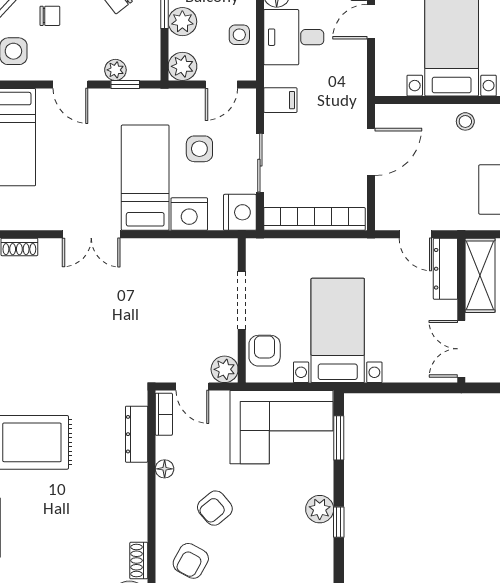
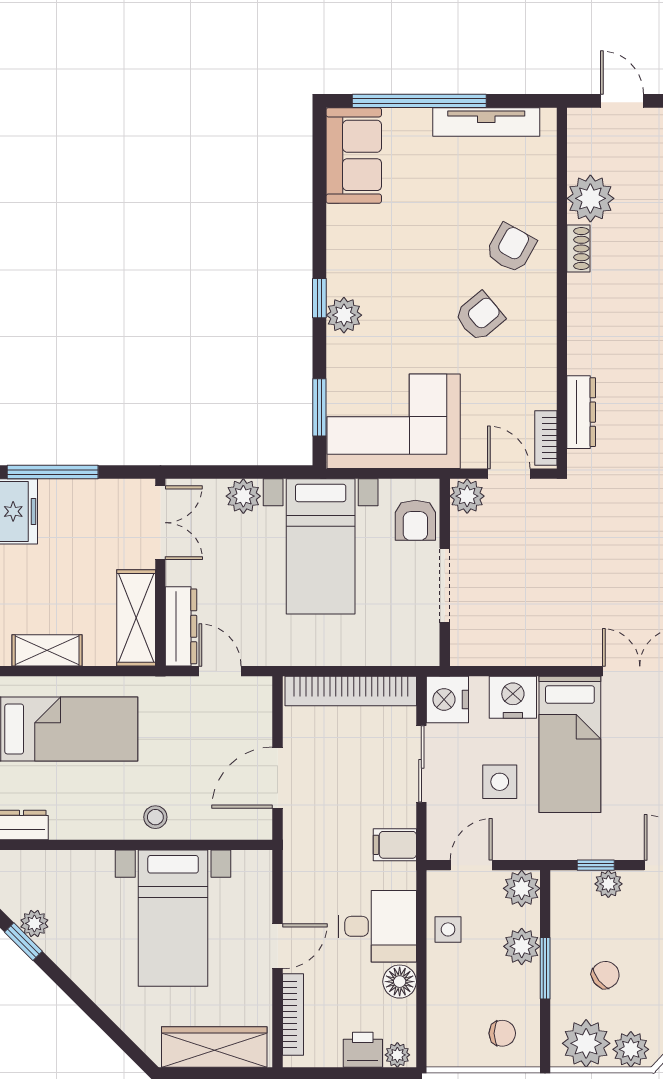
plant: (397, 369) -> (243, 496), added
floor lamp: (165, 469) -> (545, 367), removed

